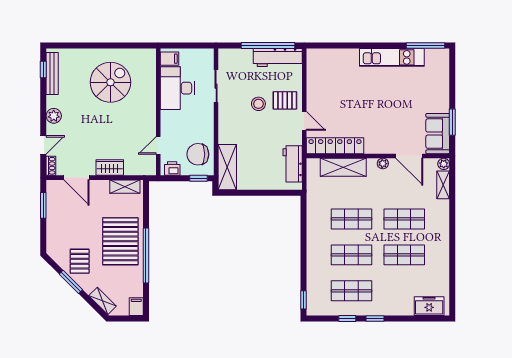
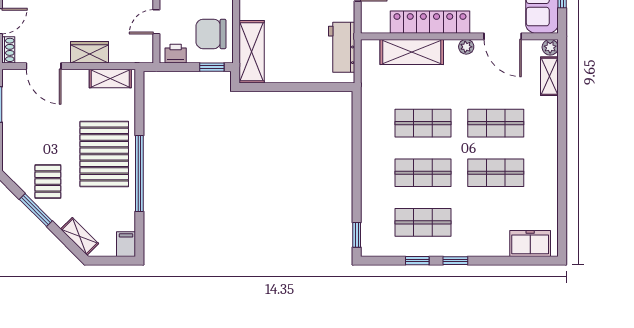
locker: (335, 146) -> (430, 22), moved

